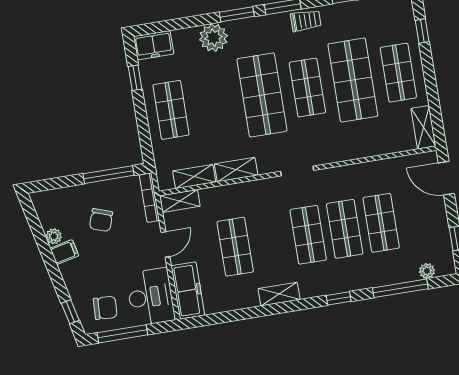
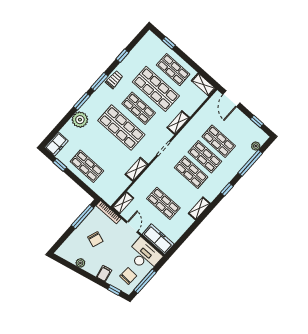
shelving: (194, 177) -> (178, 123), moved
door: (446, 178) -> (231, 99), hinge flipped
filing cabinet: (64, 252) -> (104, 273), moved

